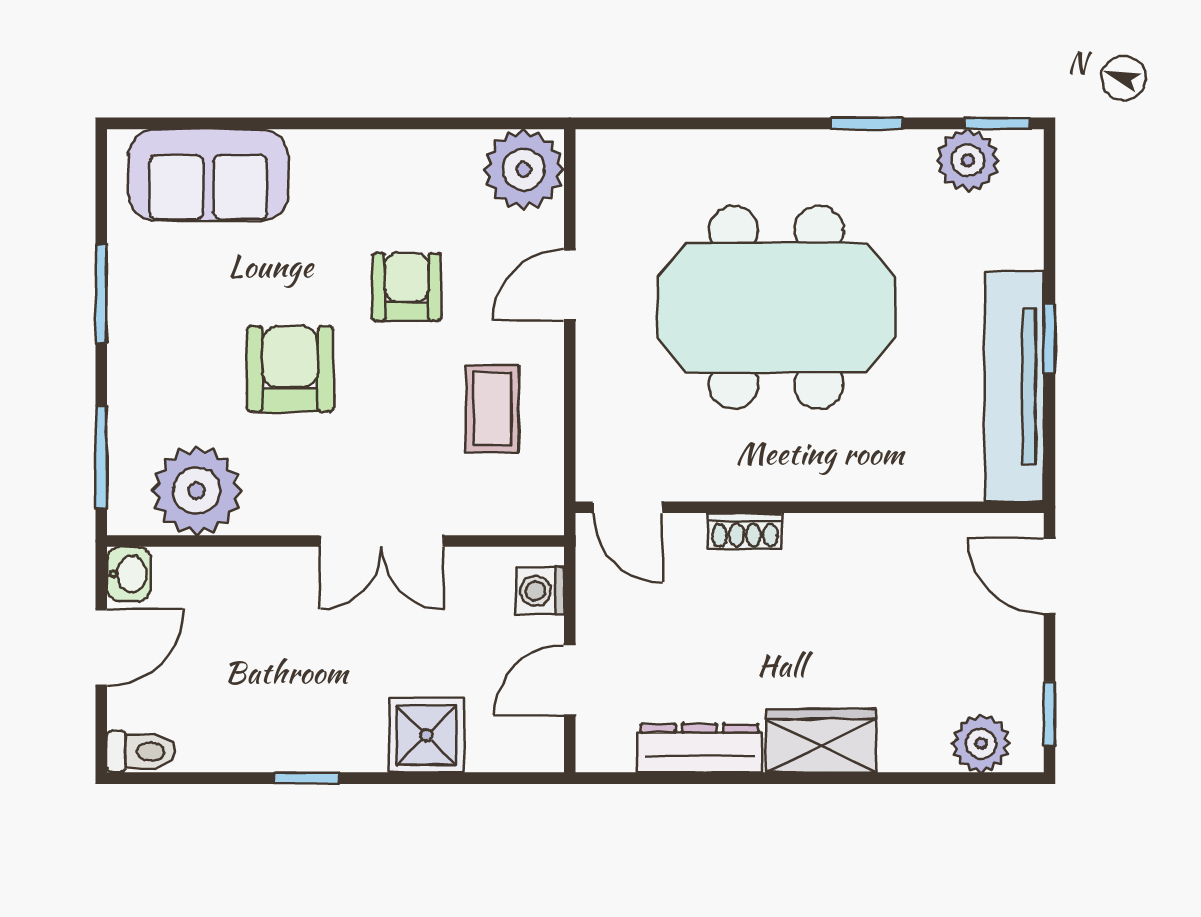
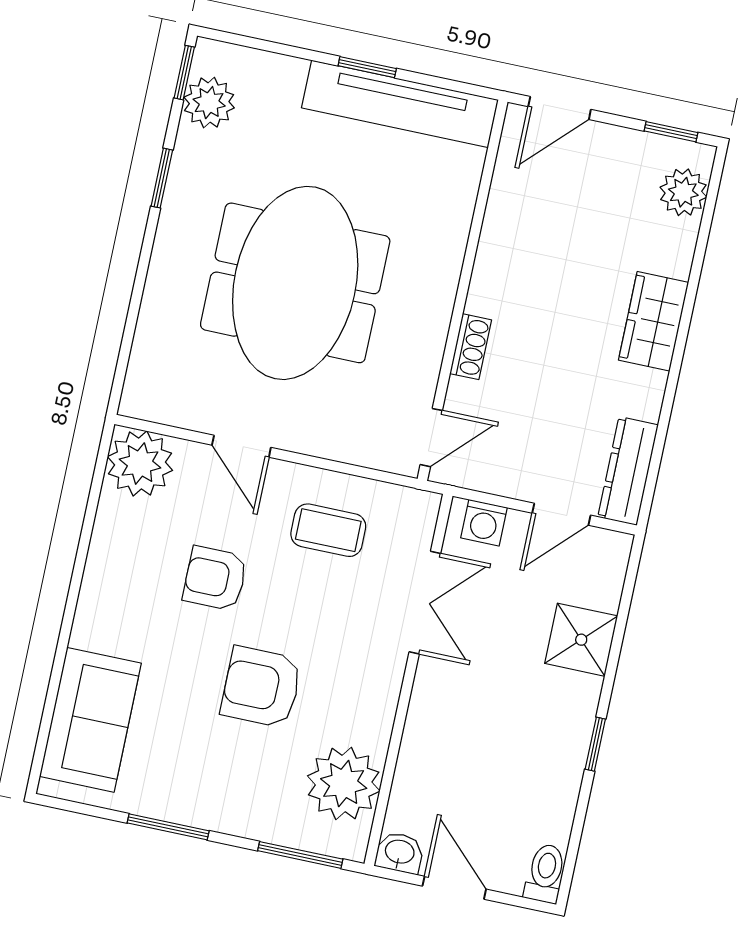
double door: (382, 541) -> (425, 603), moved
door: (570, 680) -> (561, 514), hinge flipped
dresser: (699, 748) -> (628, 471), moved

